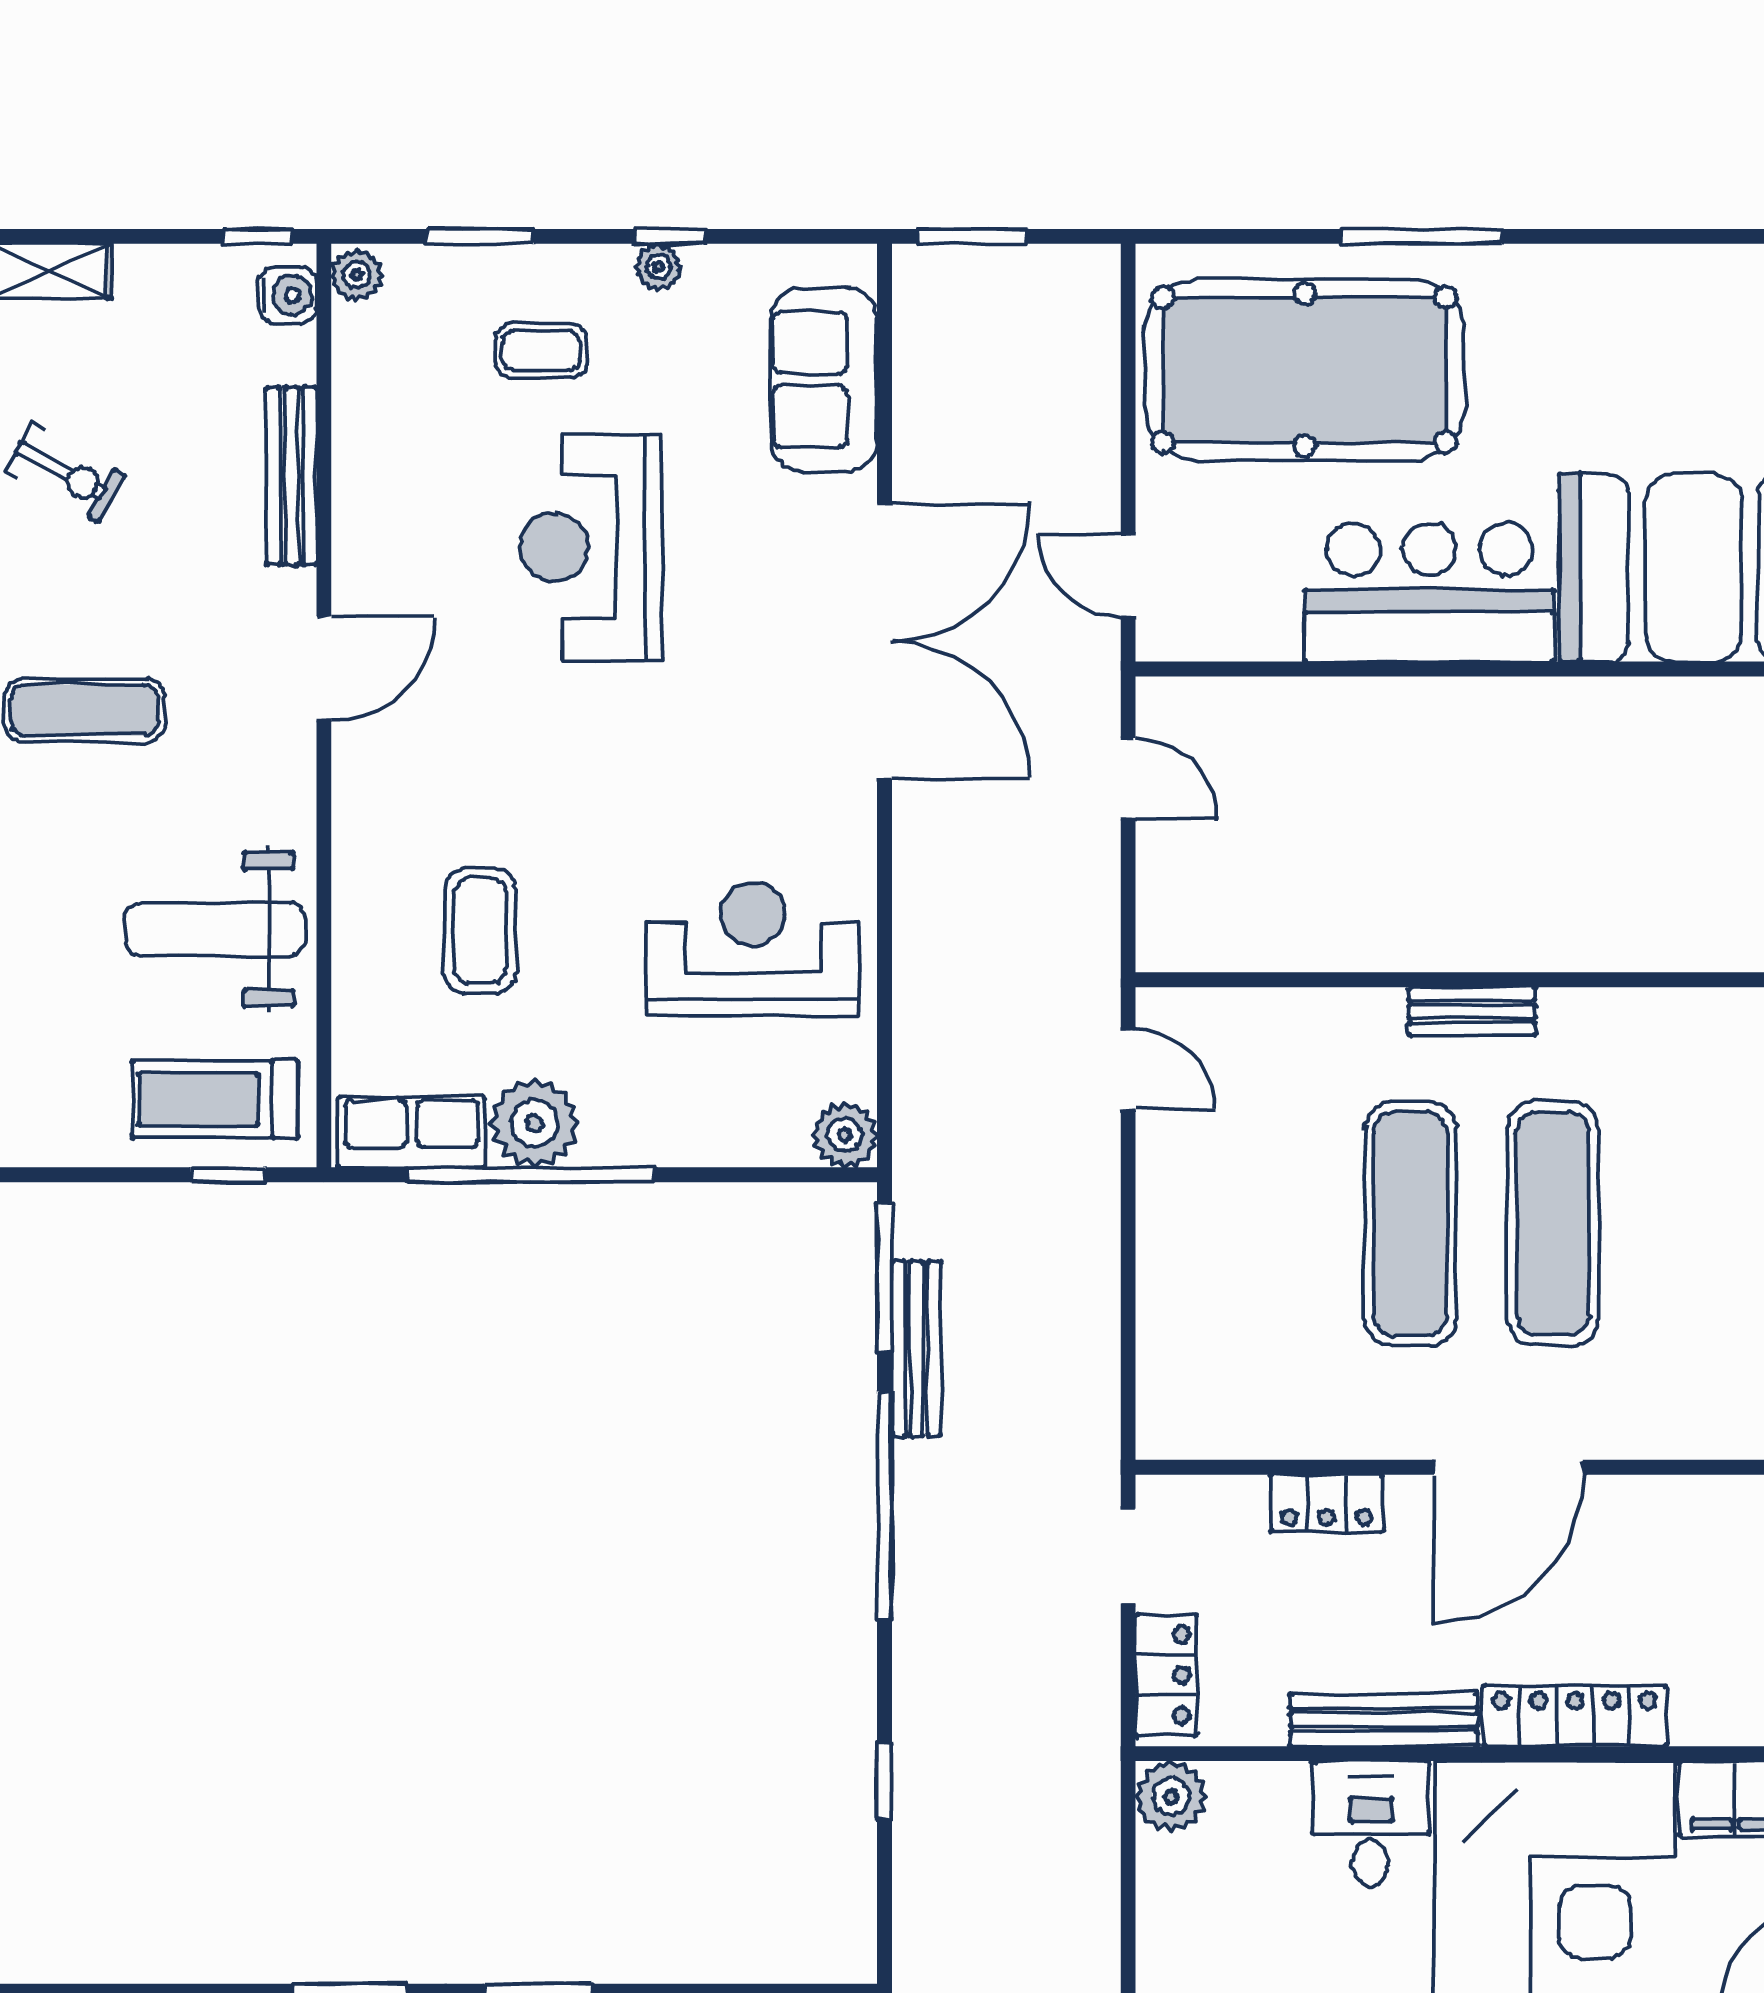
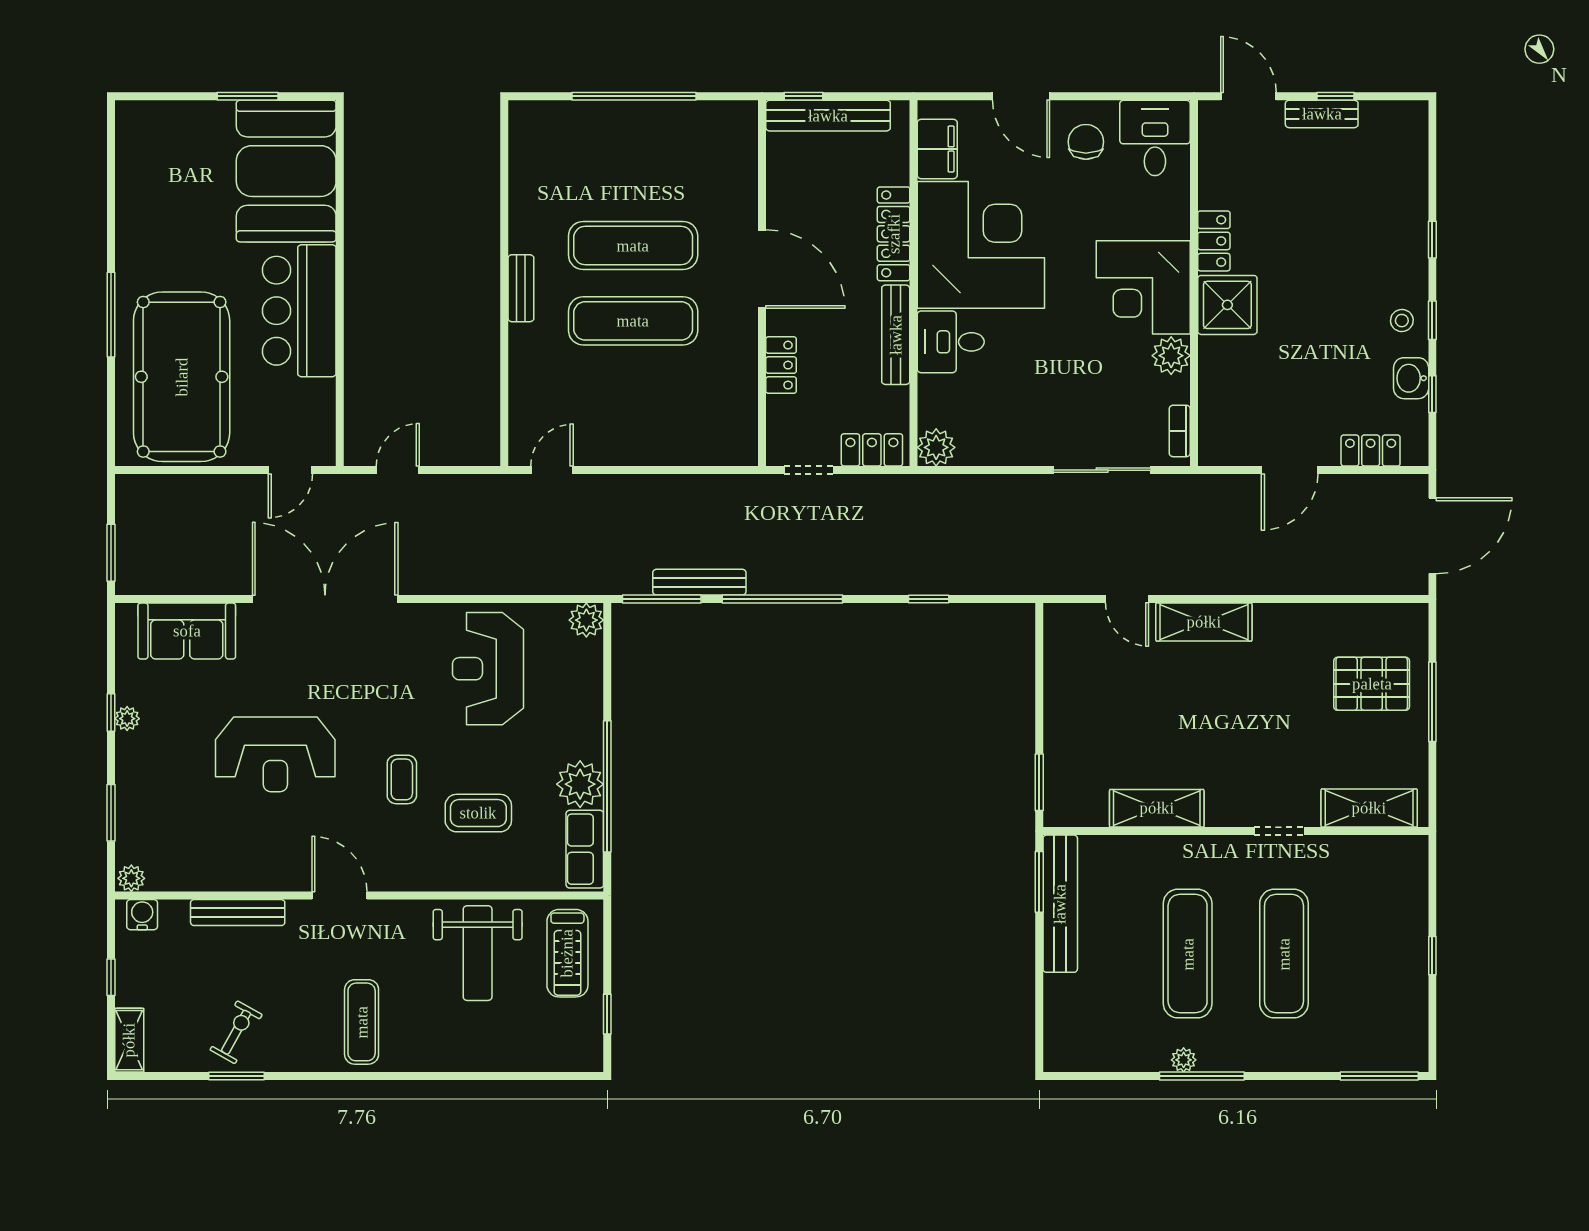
window: (257, 236) -> (111, 977), moved
coffee table: (541, 351) -> (402, 779), moved
window: (228, 1175) -> (607, 1014), moved

